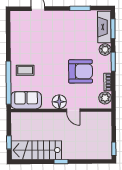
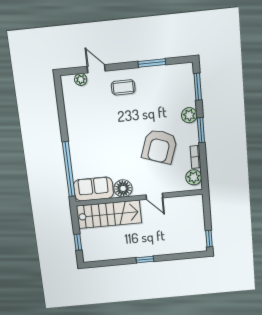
plant: (26, 15) -> (81, 79), added
fireplace: (104, 27) -> (186, 85), removed
coffee table: (25, 70) -> (123, 87), moved
armchair: (81, 71) -> (160, 146), turned 109
floor lamp: (59, 102) -> (123, 188), moved
stairs: (36, 150) -> (109, 214), moved, turned 180

